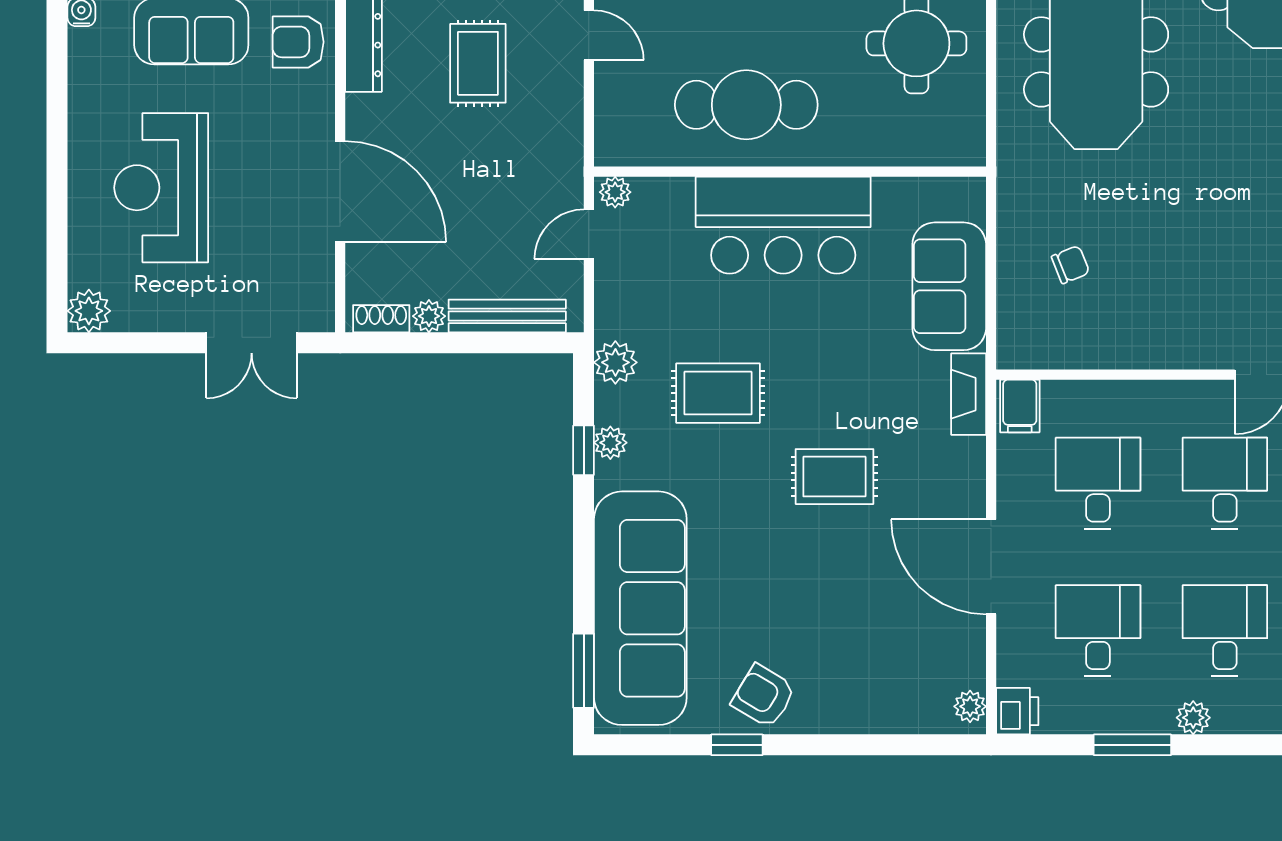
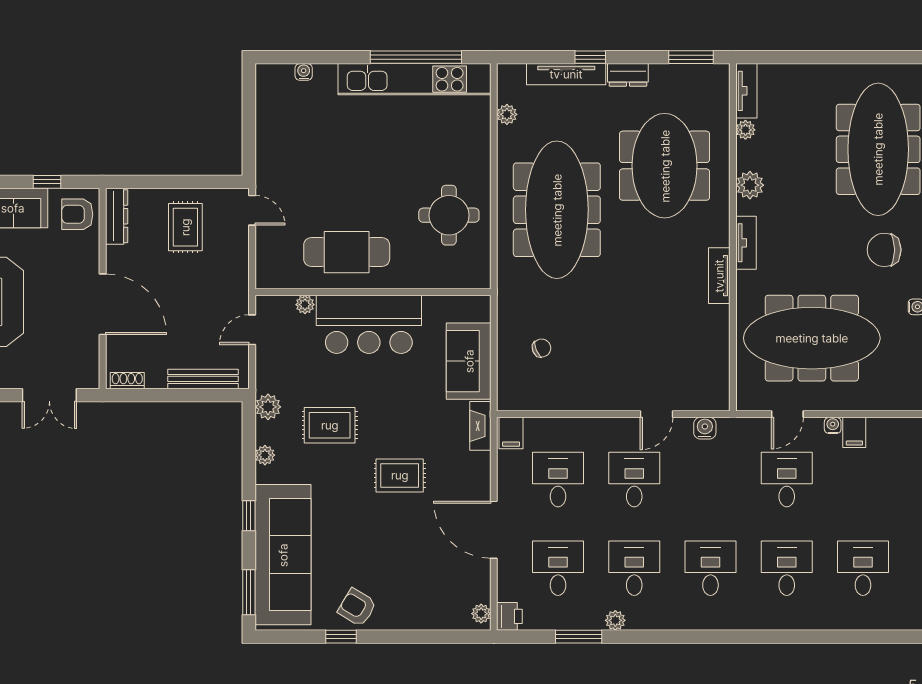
plant: (615, 192) -> (305, 305), moved
plant: (429, 316) -> (156, 379), removed
window: (584, 450) -> (249, 516), moved

